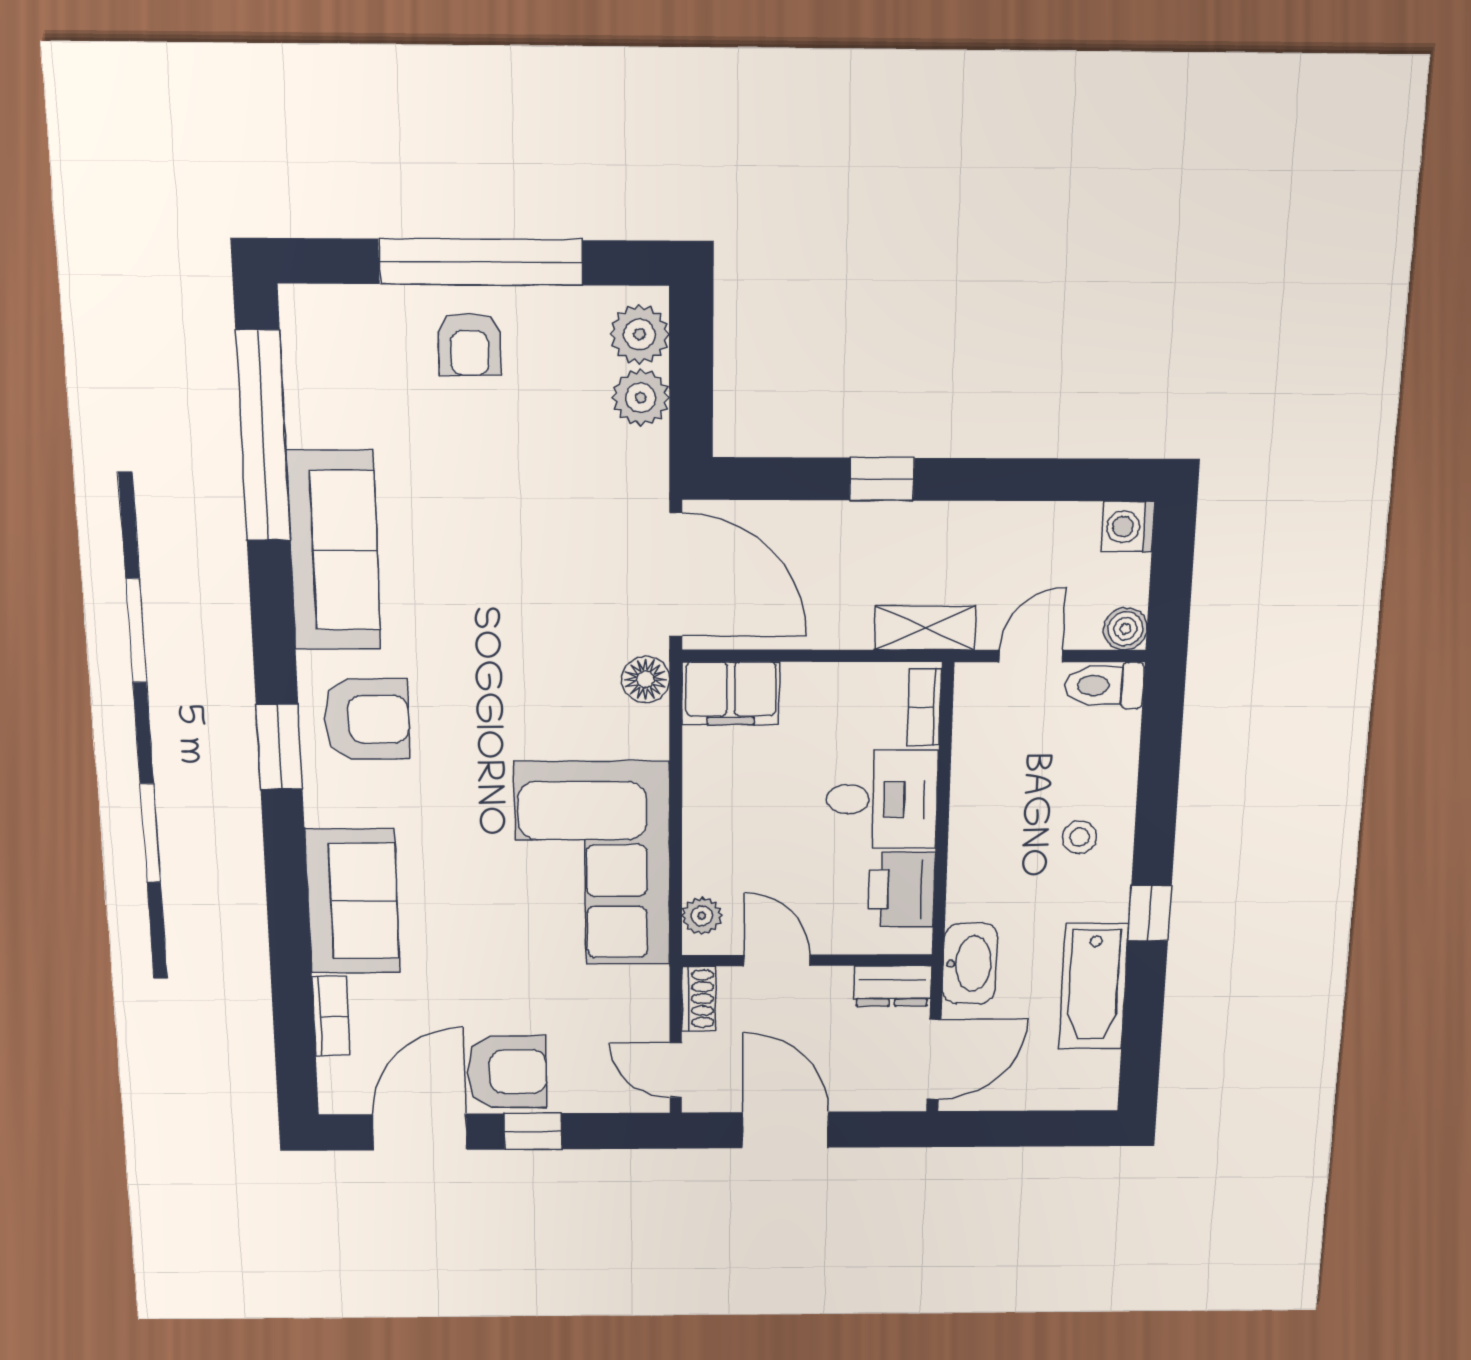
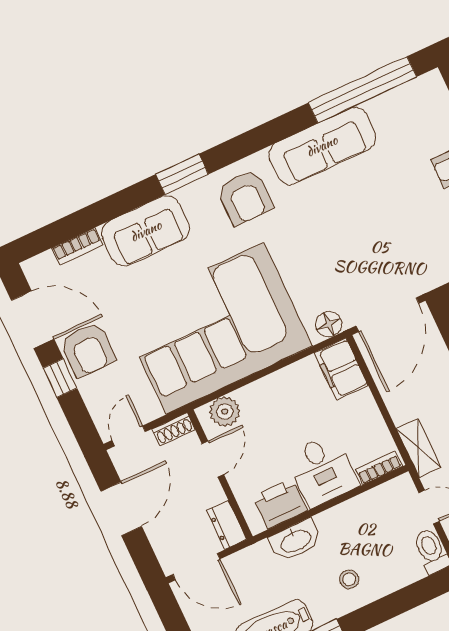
window: (279, 747) -> (182, 174), moved
corner sofa: (593, 864) -> (215, 328), width x1.36, depth x1.36
plant: (702, 916) -> (225, 412), width x1.38, depth x1.38
washbasin: (970, 964) -> (295, 540), moved

